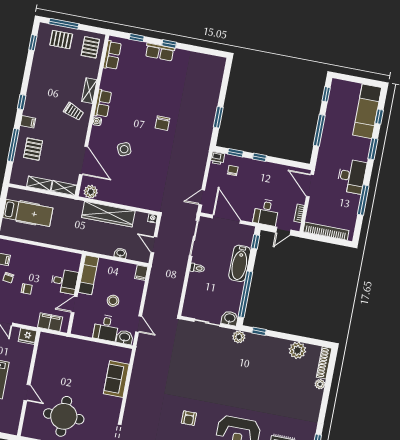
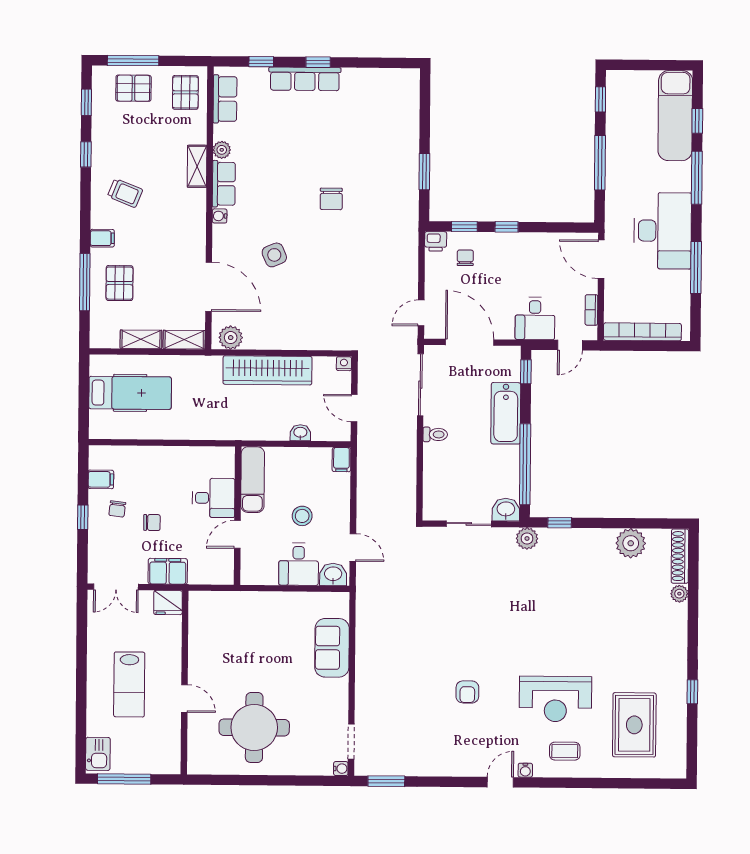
row of seats: (160, 52) -> (305, 79), width x1.48
plant: (105, 84) -> (222, 150), added
window: (22, 102) -> (86, 154), moved
trolley: (74, 111) -> (125, 193), moved
window: (373, 149) -> (697, 178), width x1.44
desk: (352, 176) -> (663, 231), width x1.36, depth x1.30
filing cabinet: (50, 322) -> (168, 571), moved

